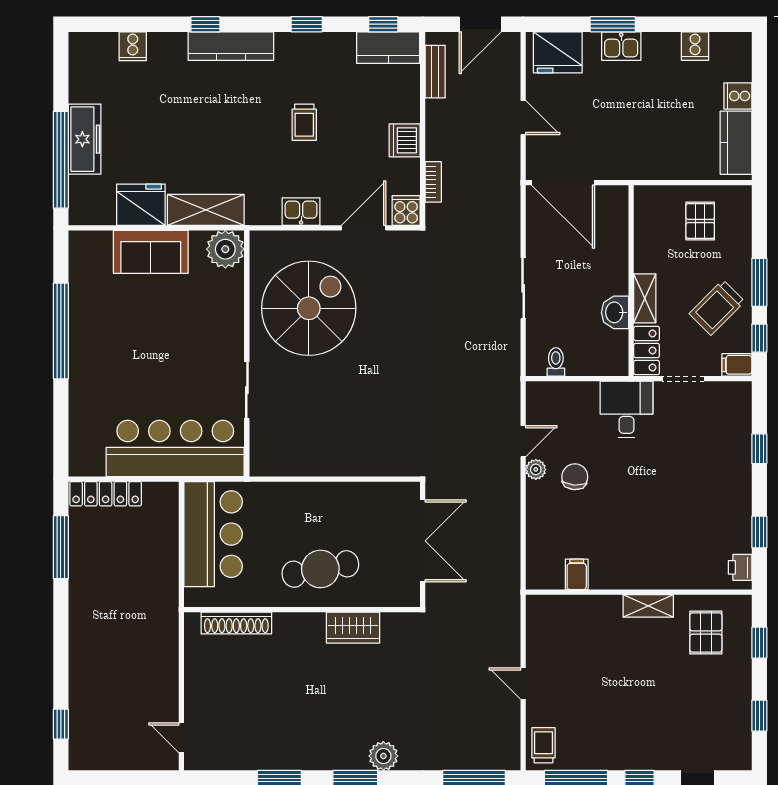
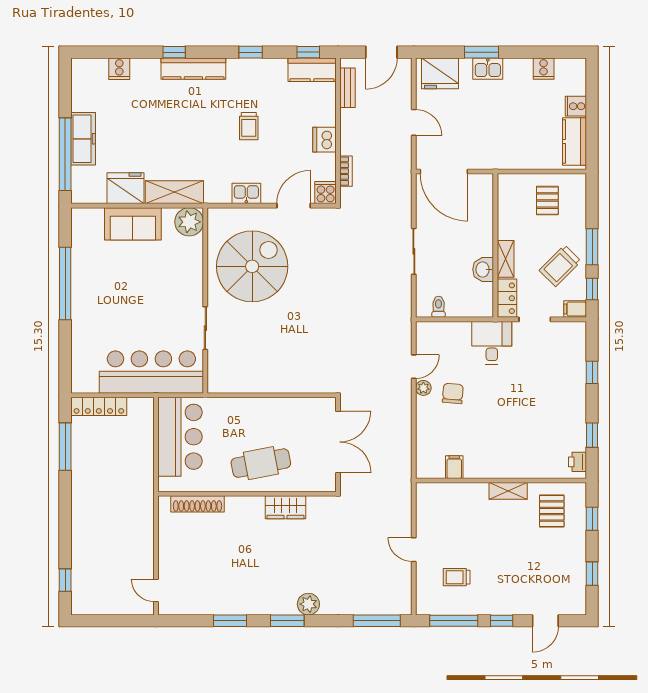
trolley: (543, 745) -> (457, 577), moved, turned -90

